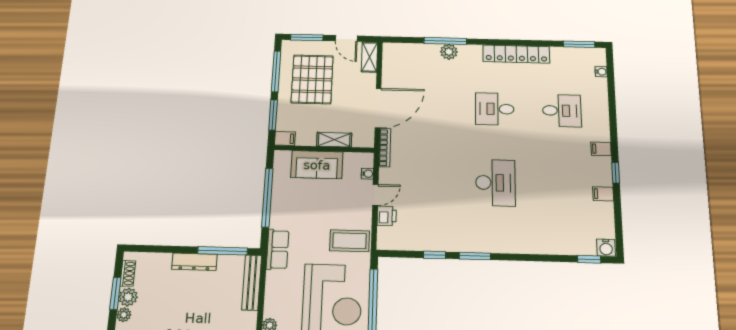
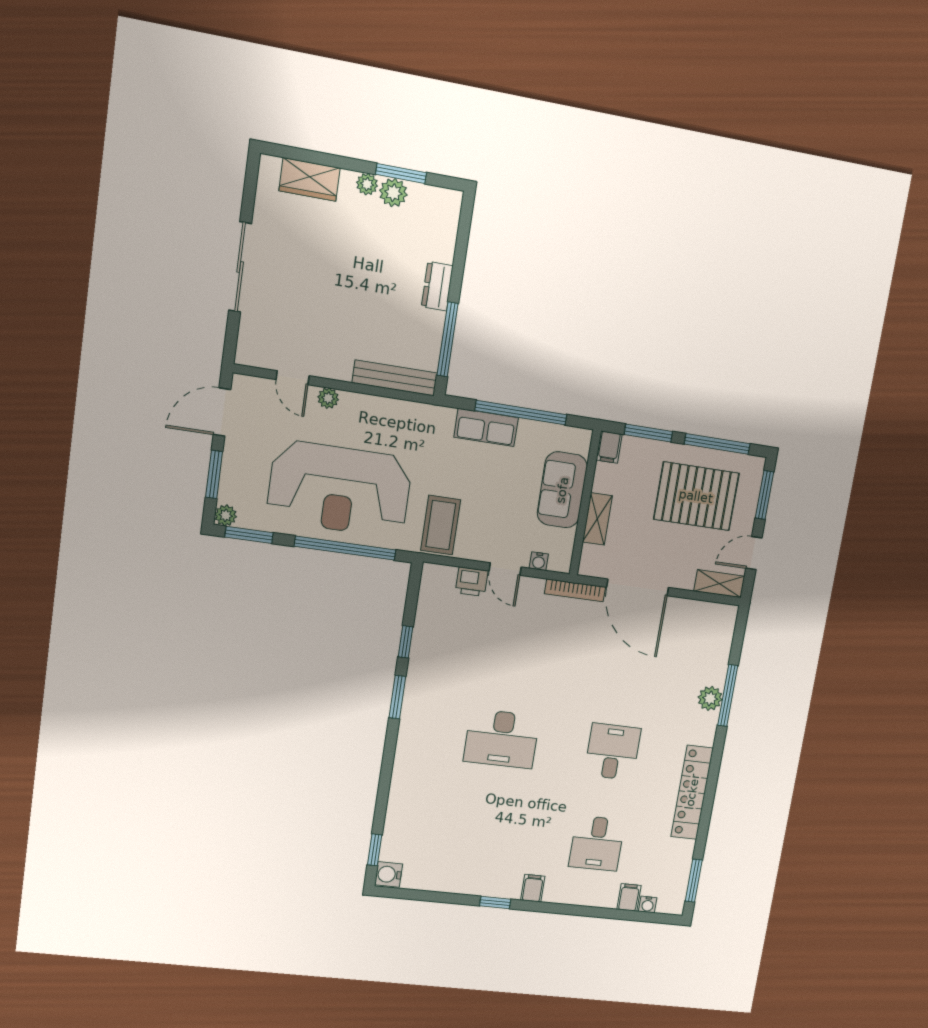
filing cabinet: (603, 194) -> (629, 897), moved
row of seats: (278, 249) -> (486, 427), moved
dresser: (194, 262) -> (437, 286), width x0.70
shoe rack: (128, 273) -> (430, 195), removed

